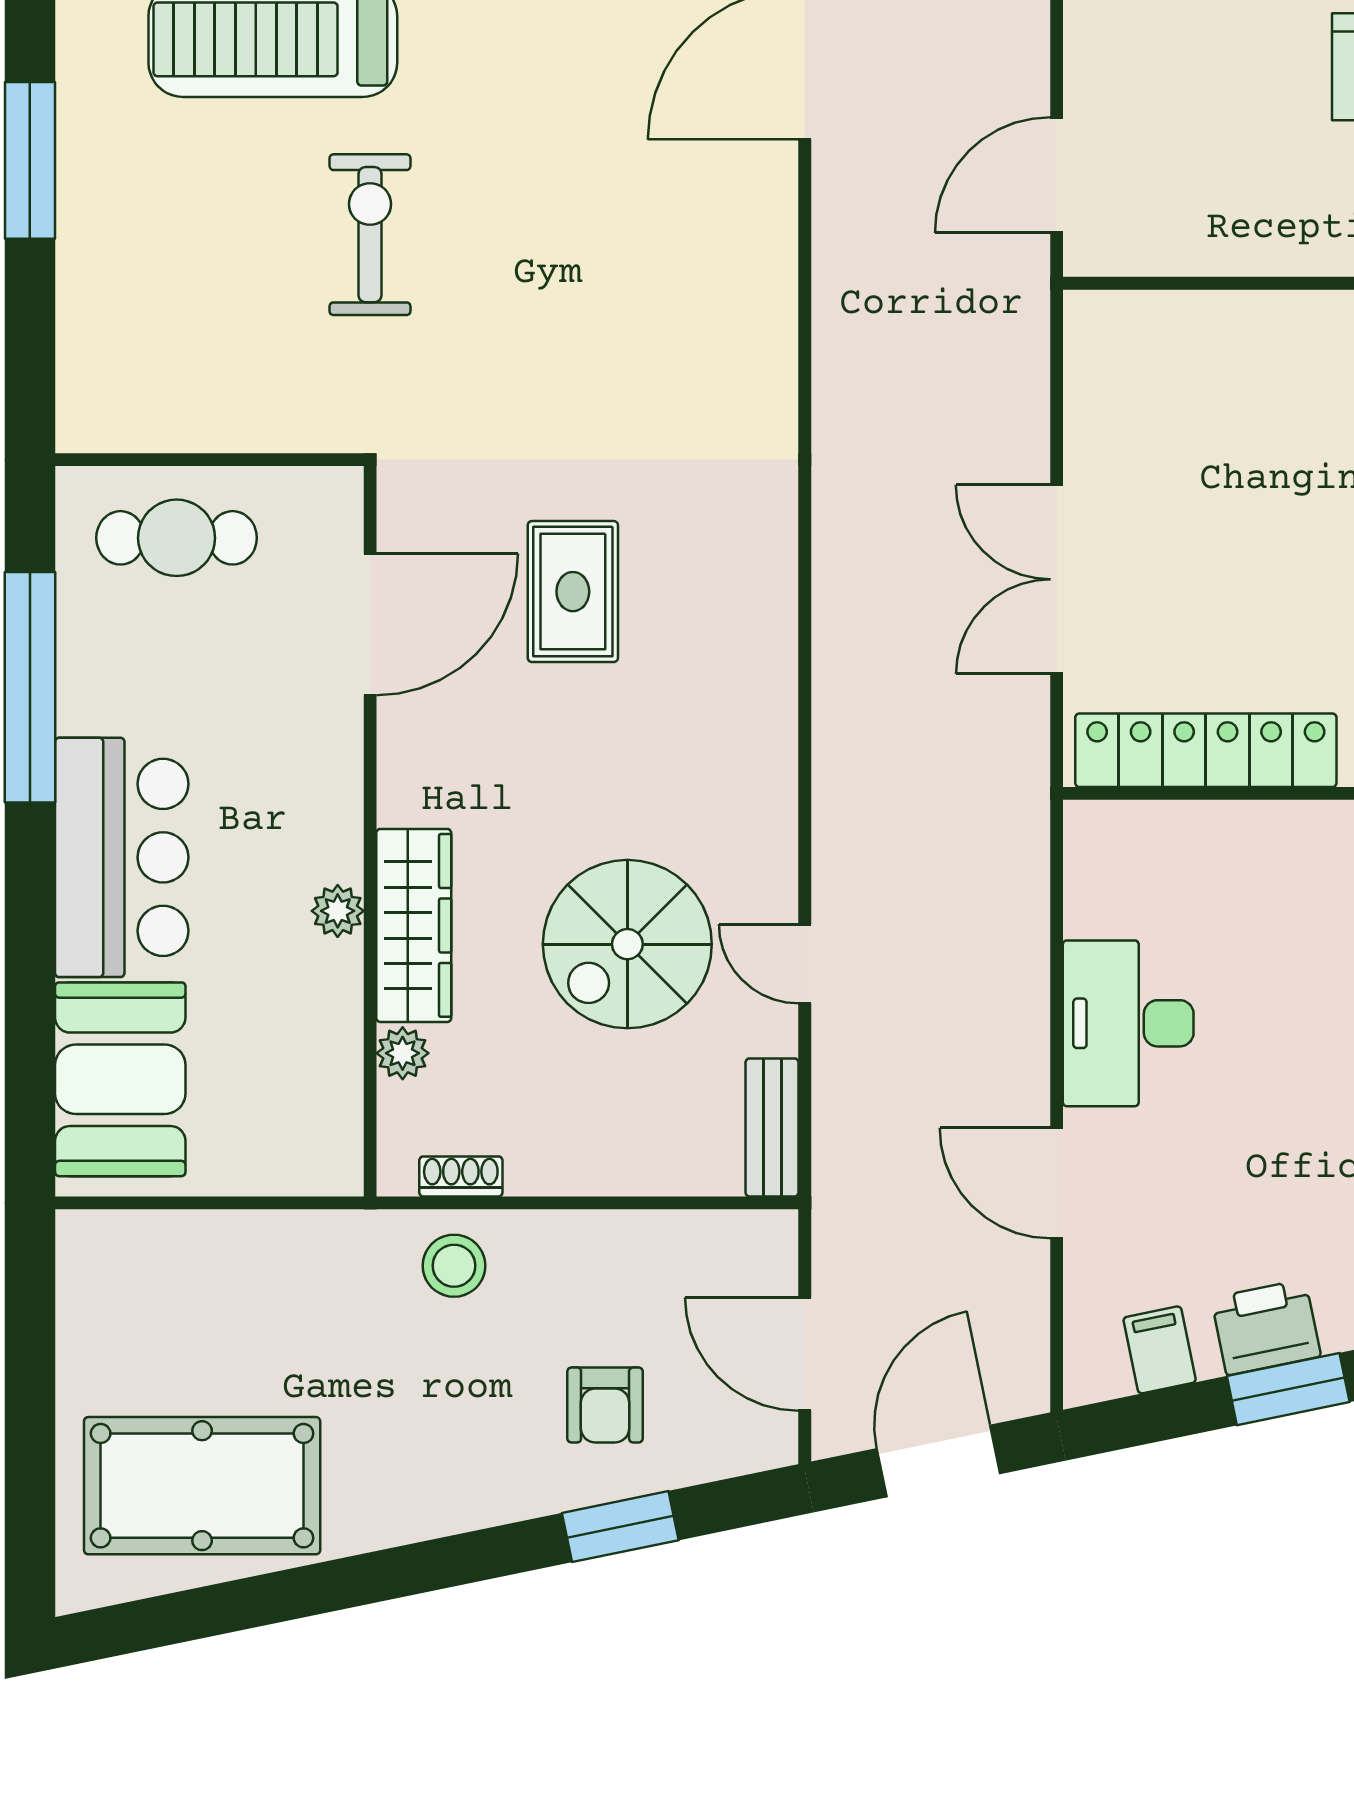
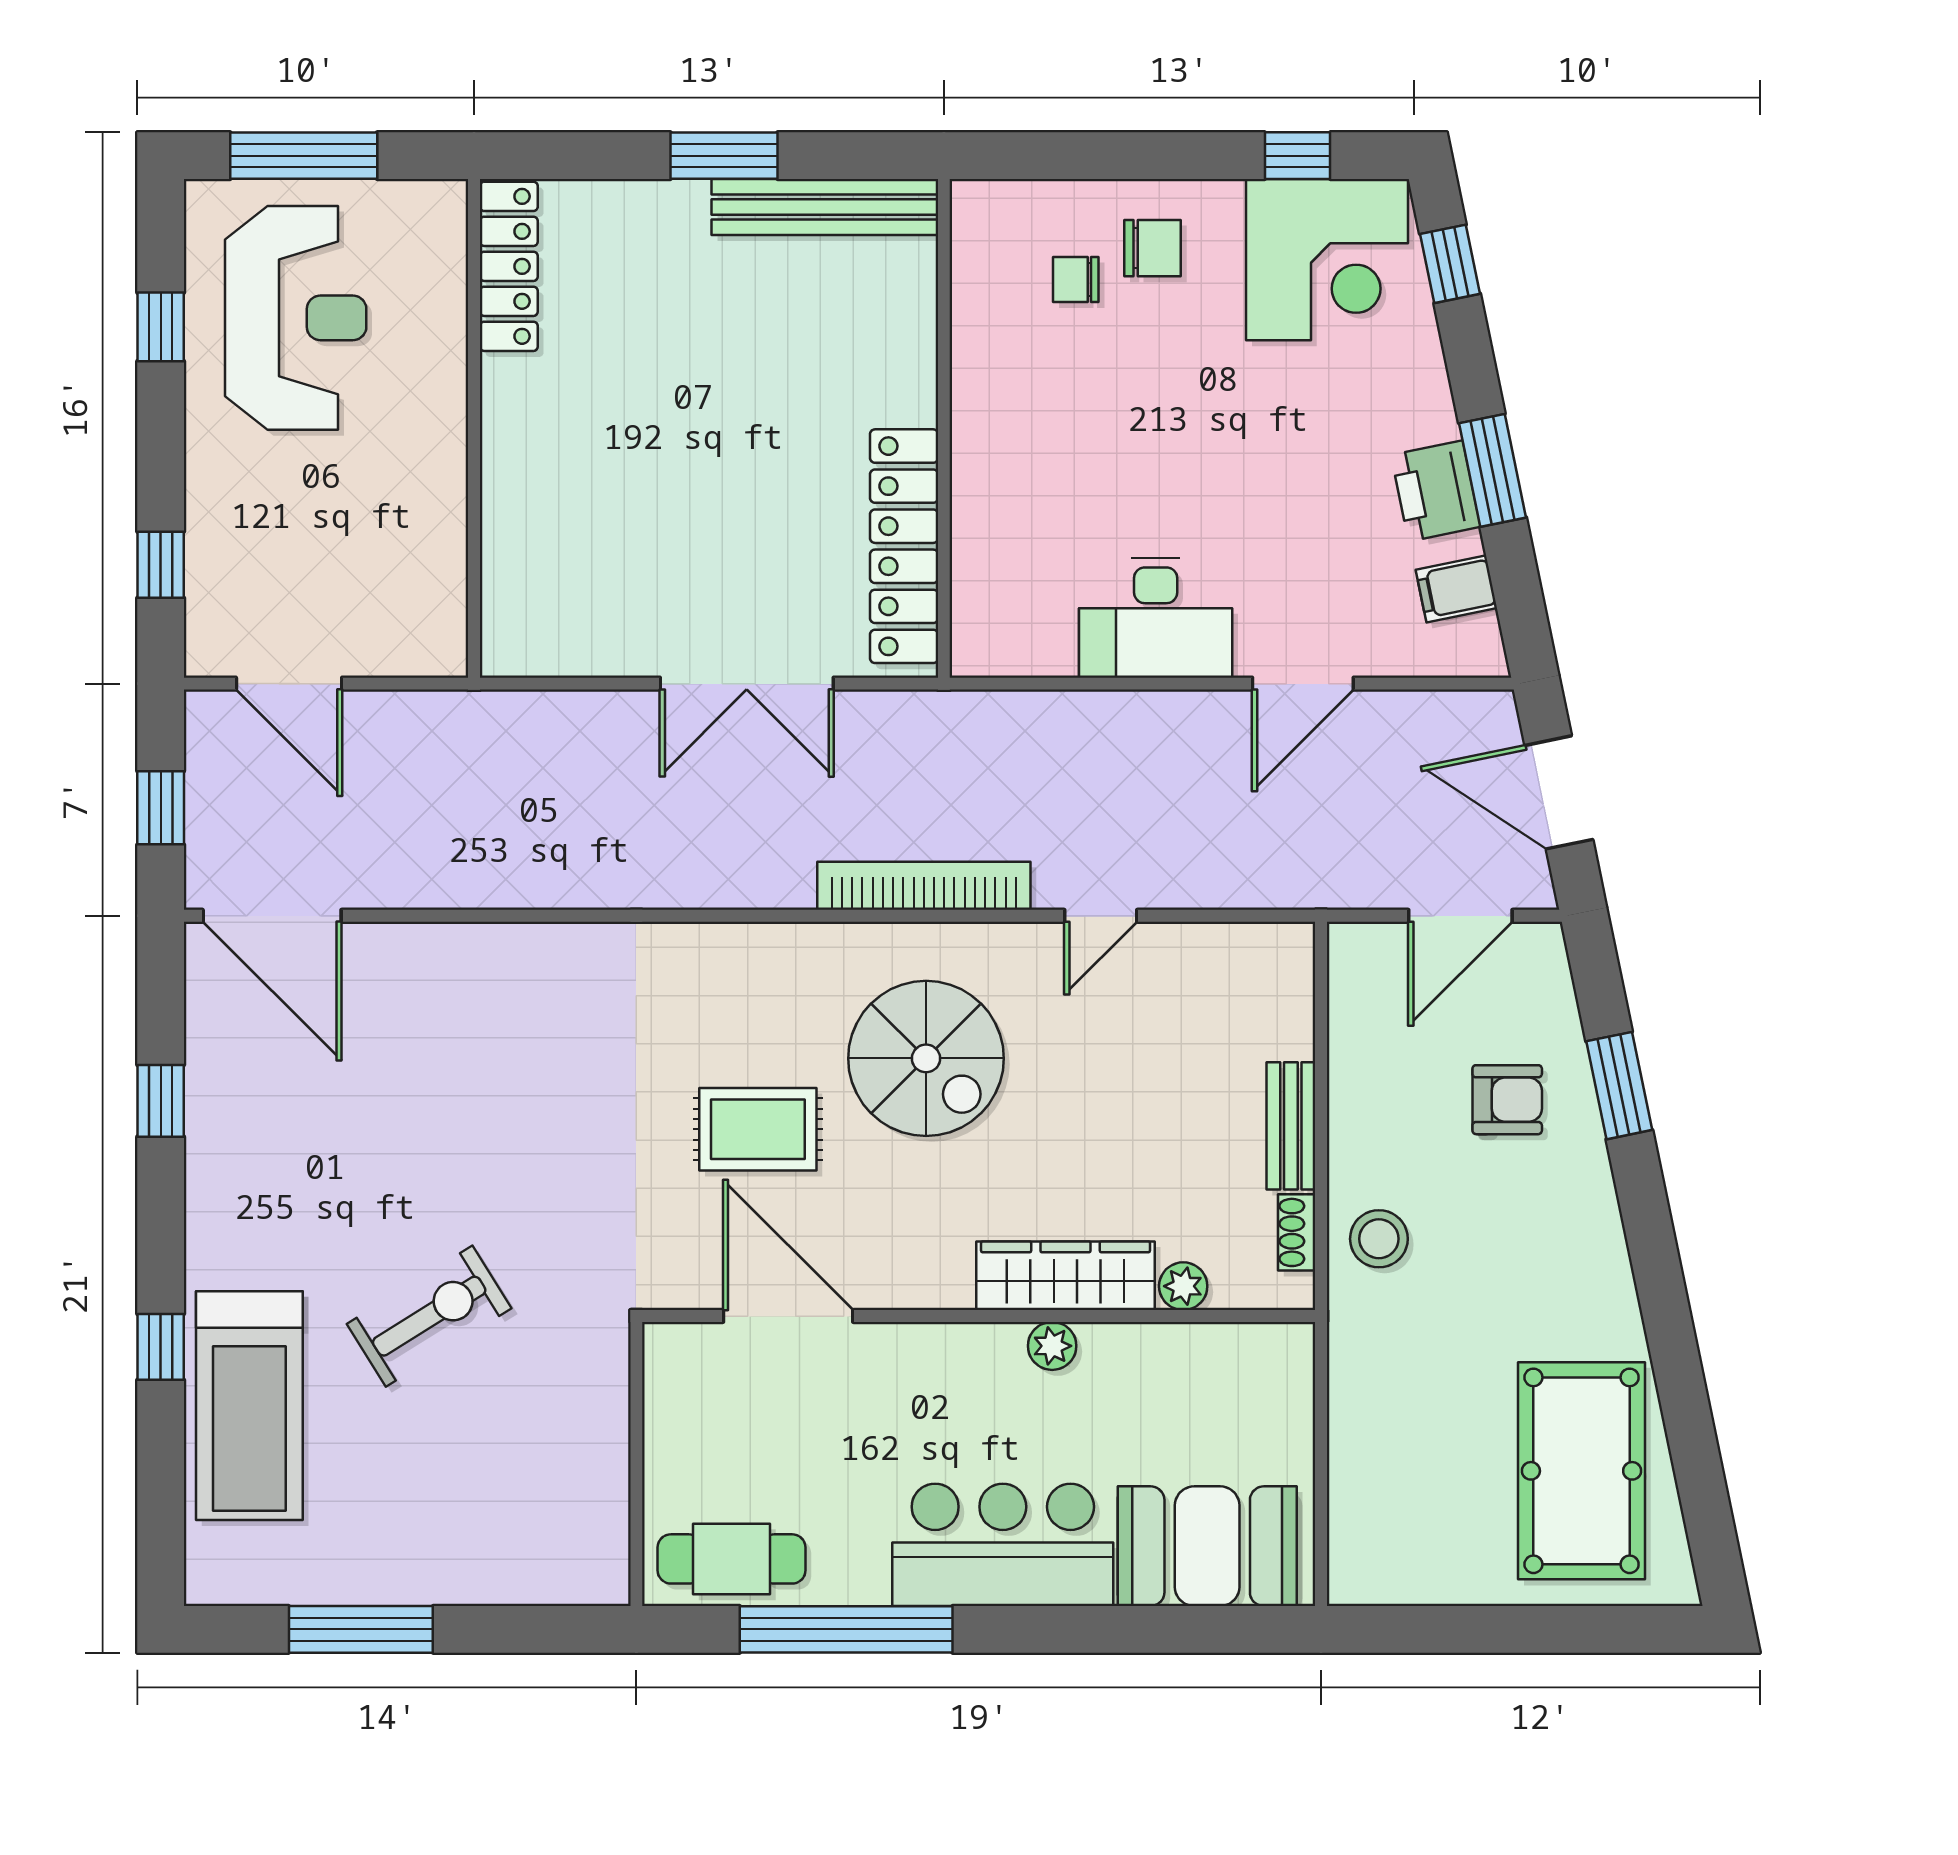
door: (1057, 175) -> (289, 684), moved
exercise bike: (370, 235) -> (429, 1316), turned 148
cafe table: (177, 538) -> (732, 1559), moved, turned 90
bookcase: (837, 772) -> (924, 886), added
spiral stairs: (627, 944) -> (926, 1058), moved
bench: (772, 1127) -> (1291, 1126), moved, turned 90

